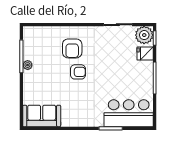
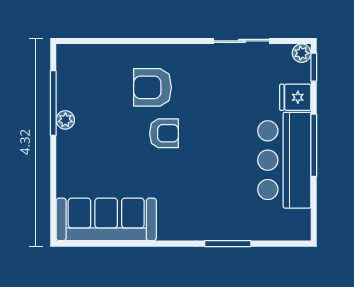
plant: (144, 35) -> (302, 53), width x0.53, depth x0.53
armchair: (72, 48) -> (153, 87), turned 90
bar counter: (129, 113) -> (284, 160), moved, turned -90
sofa: (42, 116) -> (106, 219), width x1.36

